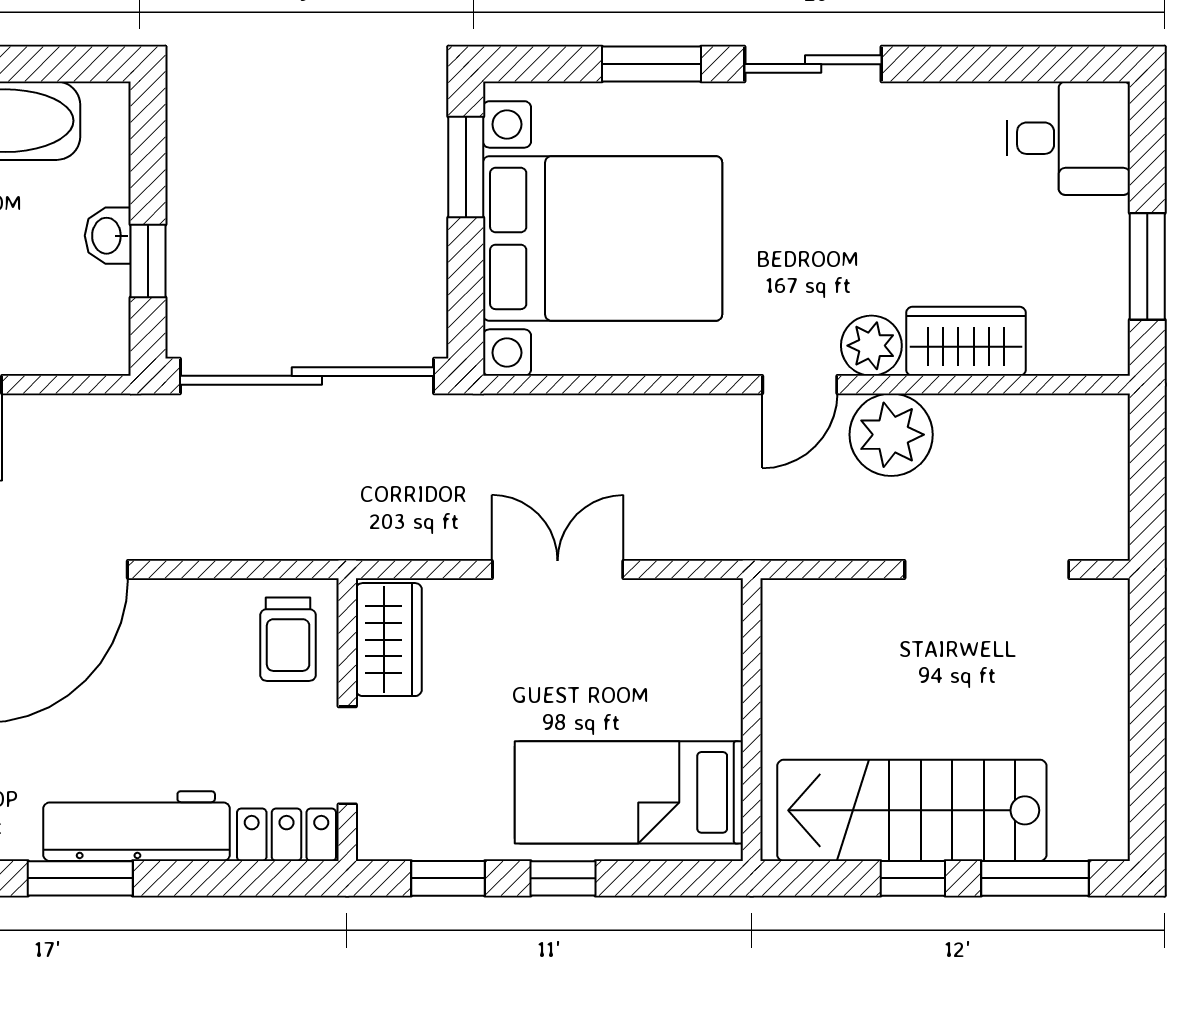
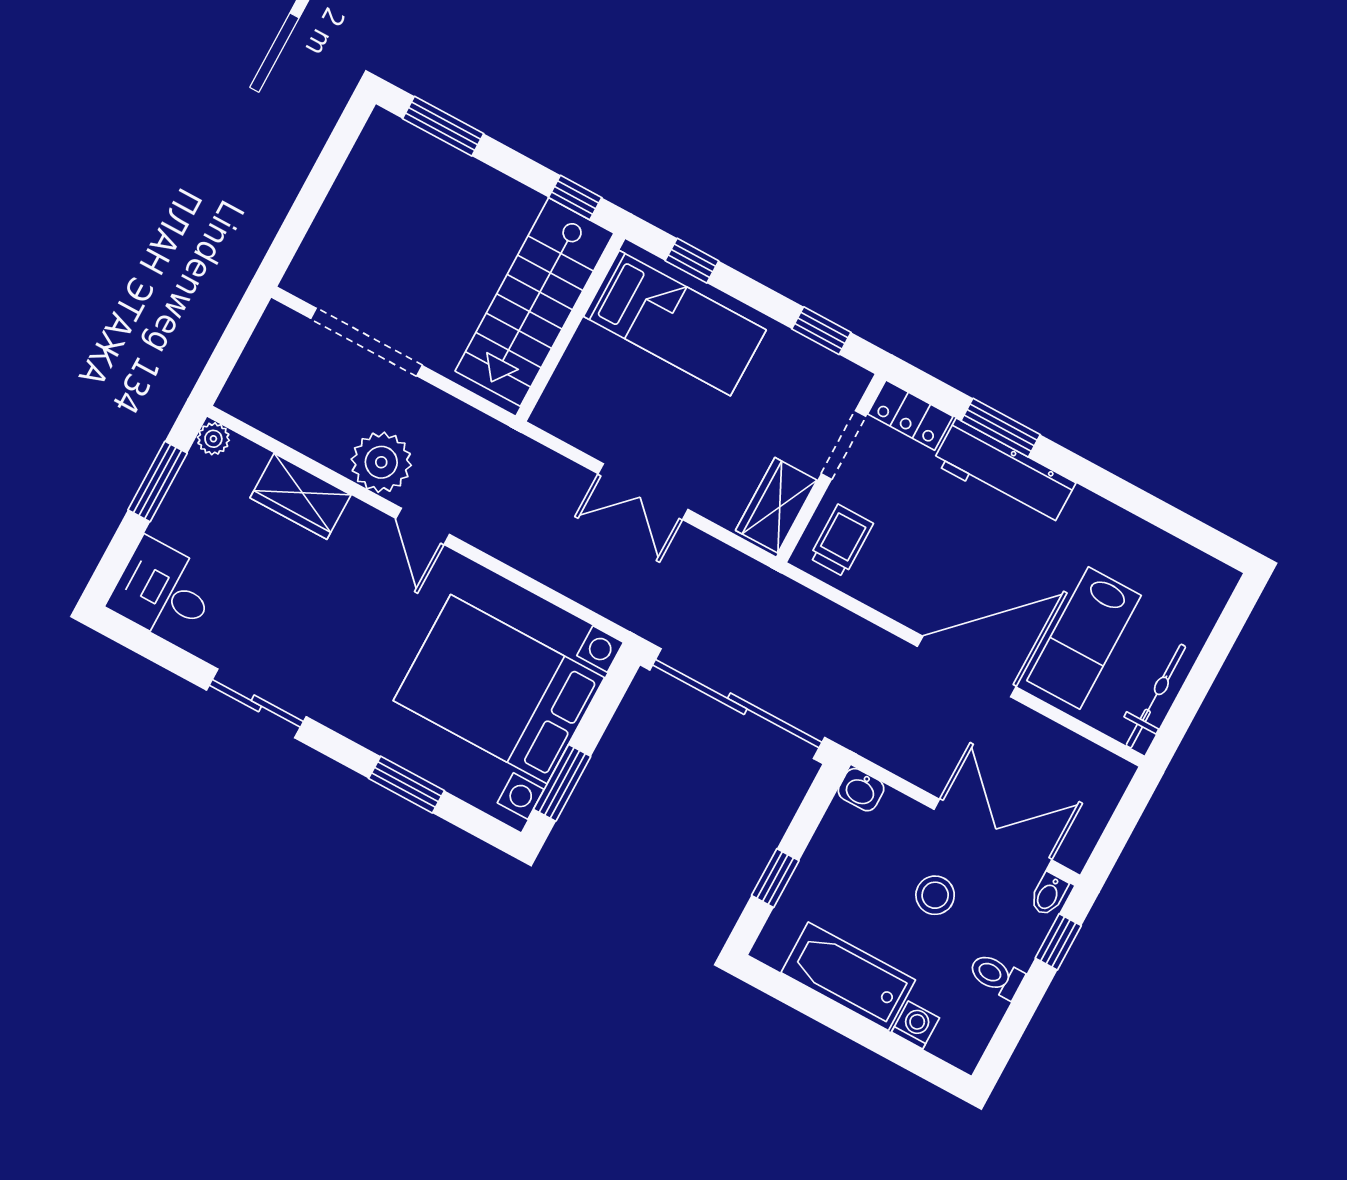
sliding door: (813, 64) -> (256, 703), moved
washbasin: (108, 236) -> (861, 790), moved, turned 90
window: (148, 261) -> (775, 878), moved
plant: (871, 346) -> (213, 439), moved, width x0.73, depth x0.73
door: (800, 385) -> (423, 526), swing flipped
stairs: (912, 810) -> (535, 302), moved, turned 90
window: (80, 878) -> (1001, 428), moved
window: (563, 878) -> (692, 261), moved
window: (913, 878) -> (575, 198), moved

